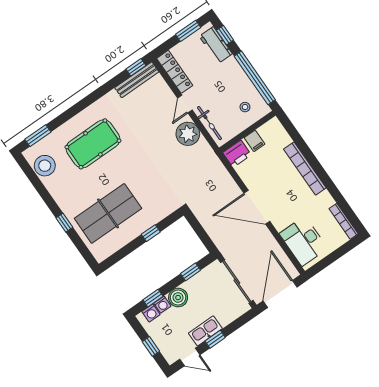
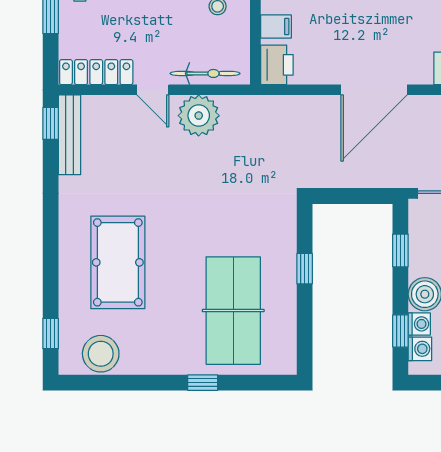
window: (38, 136) -> (51, 333), width x0.67

